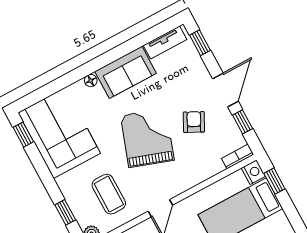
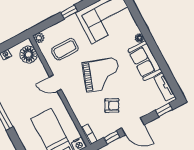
window: (65, 212) -> (69, 12), moved

